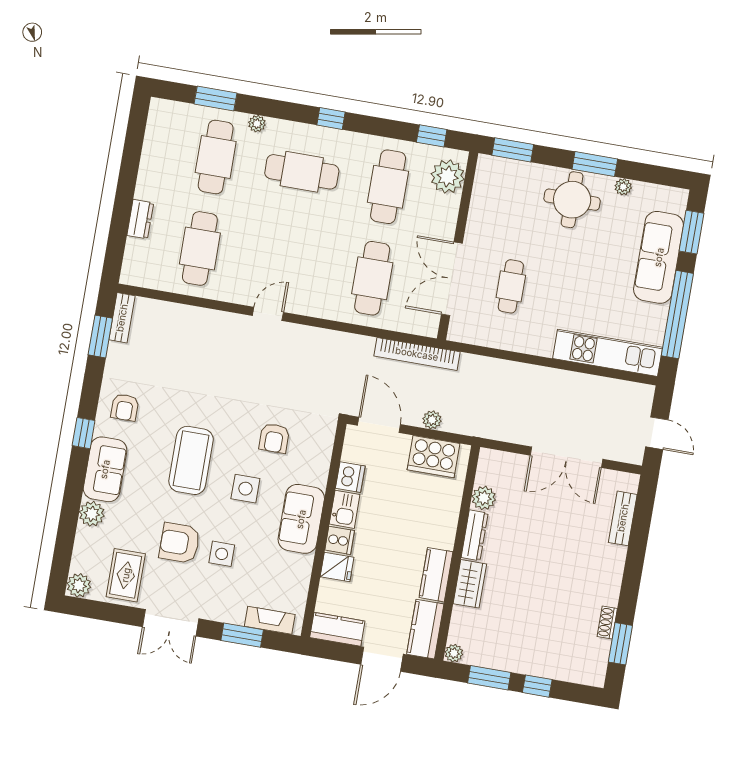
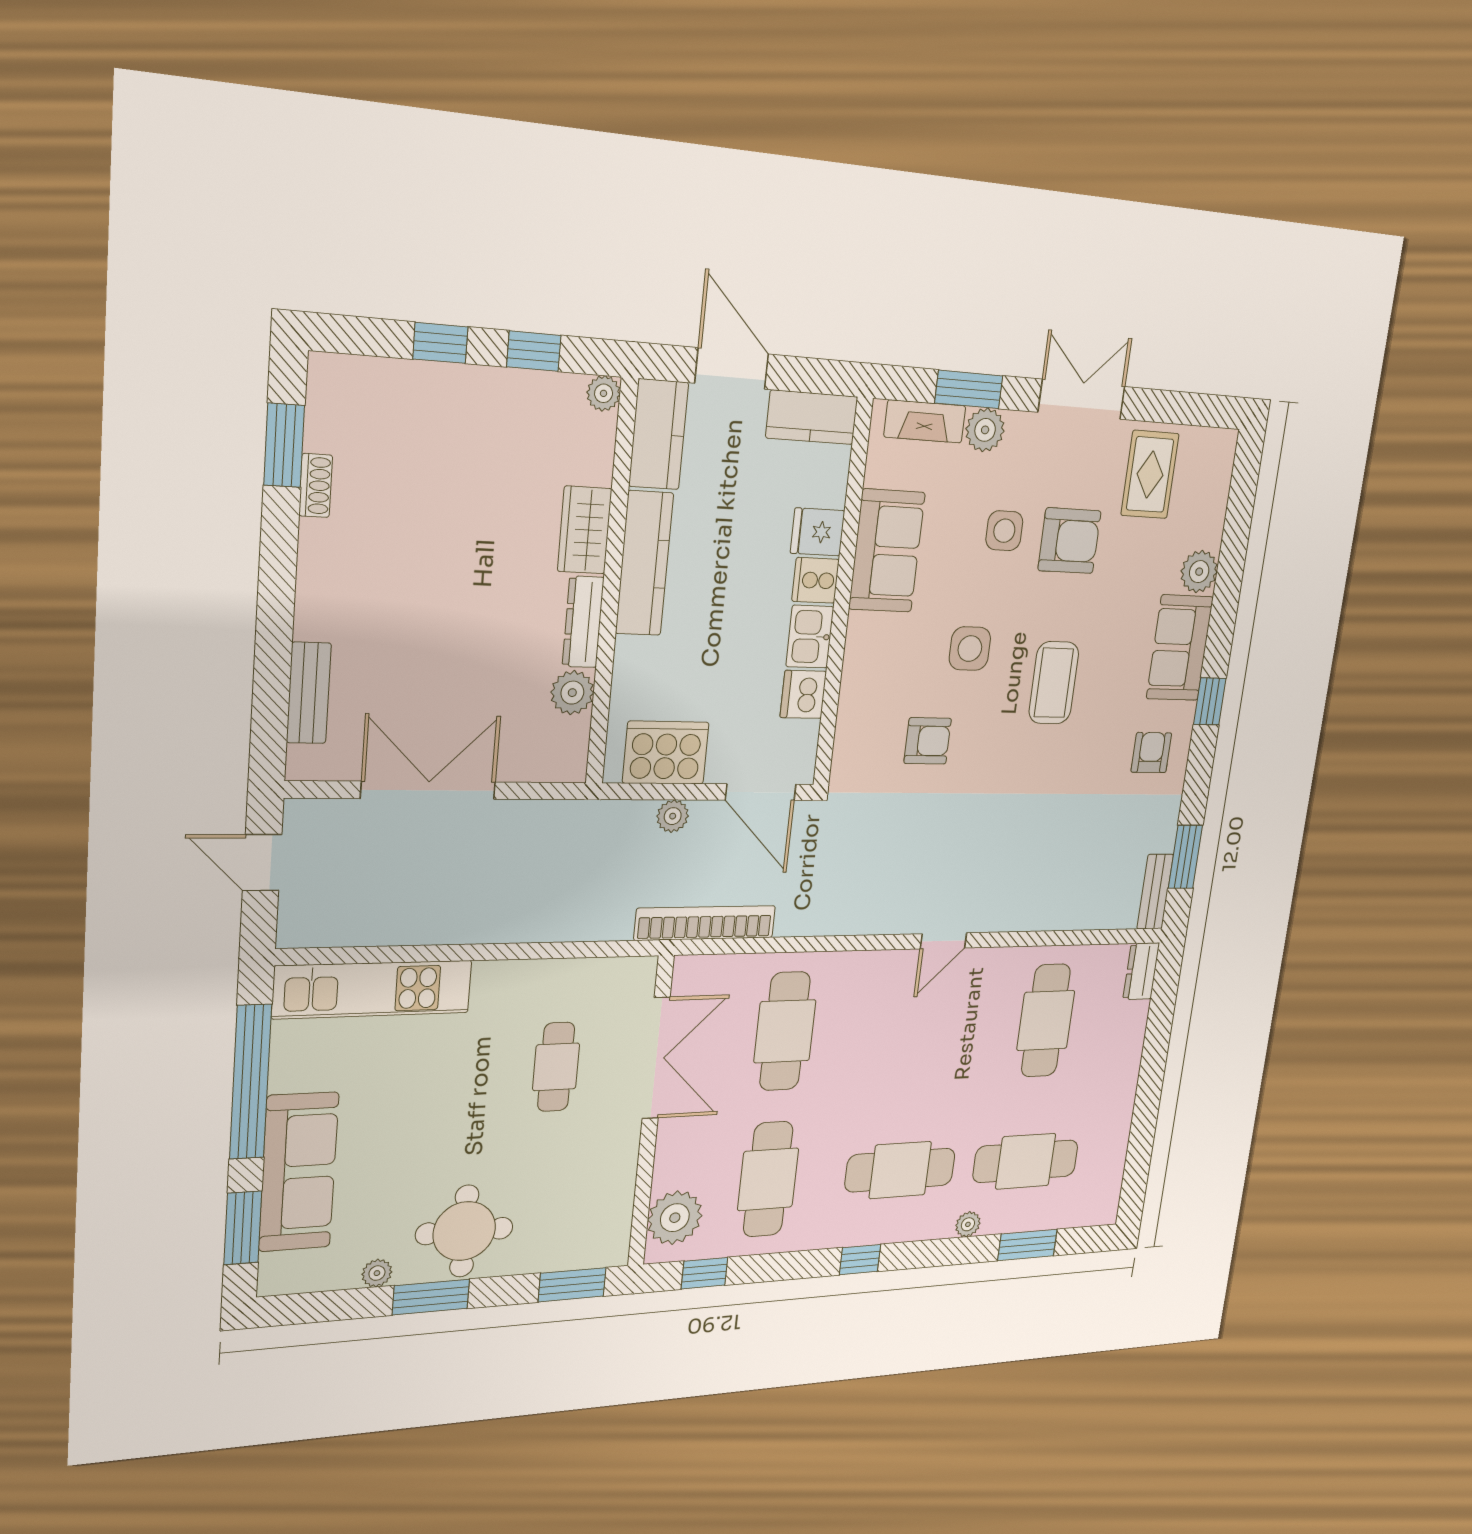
cafe table: (216, 157) -> (1026, 1161), turned 90
dresser: (140, 219) -> (1141, 971), moved
armchair: (274, 438) -> (928, 741), turned 90
coffee table: (191, 460) -> (1054, 683), width x0.73, depth x0.76
sofa: (301, 519) -> (887, 551), moved
kitchen counter: (436, 575) -> (644, 563), width x1.50
plant: (79, 585) -> (985, 430), moved
door: (382, 659) -> (732, 369), hinge flipped
window: (489, 678) -> (534, 351), width x0.67

